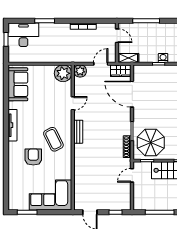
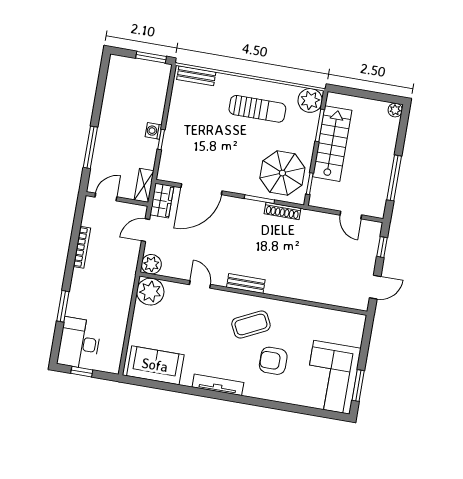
door: (101, 64) -> (145, 230), hinge flipped
door: (132, 175) -> (351, 215), moved
corner sofa: (51, 195) -> (332, 377), moved

